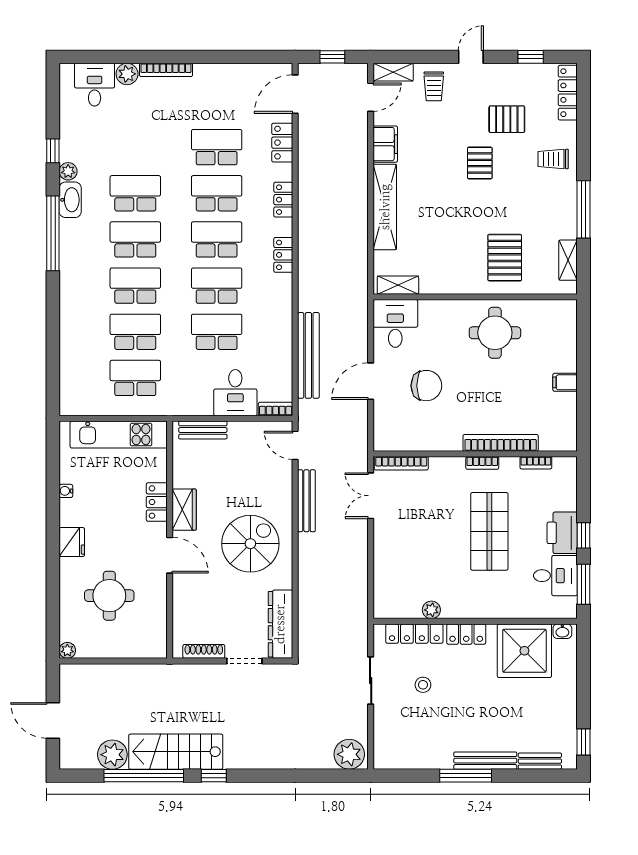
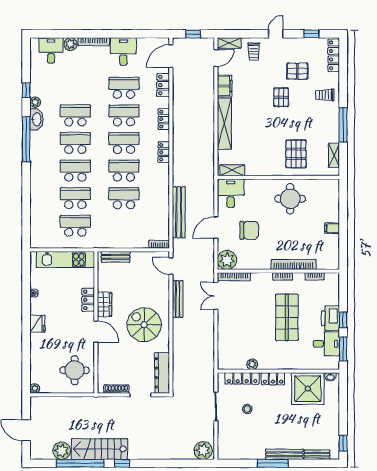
desk: (235, 393) -> (123, 51), moved, turned 180
plant: (389, 435) -> (227, 260), added
spiral stairs: (250, 544) -> (144, 325), turned -90
round table: (109, 596) -> (75, 370), moved

